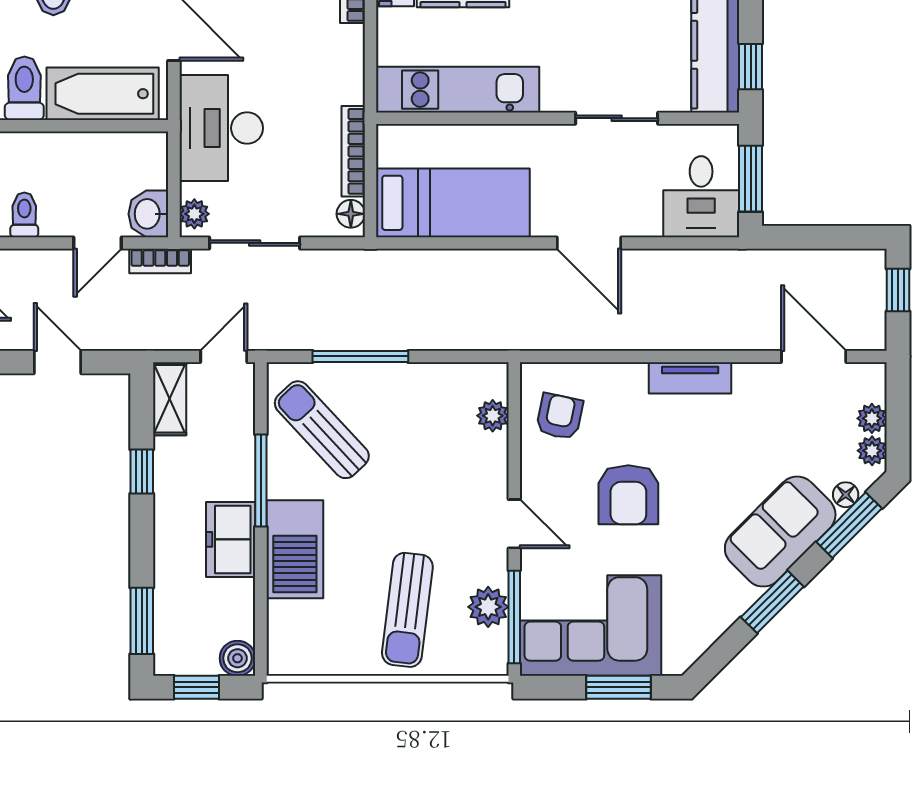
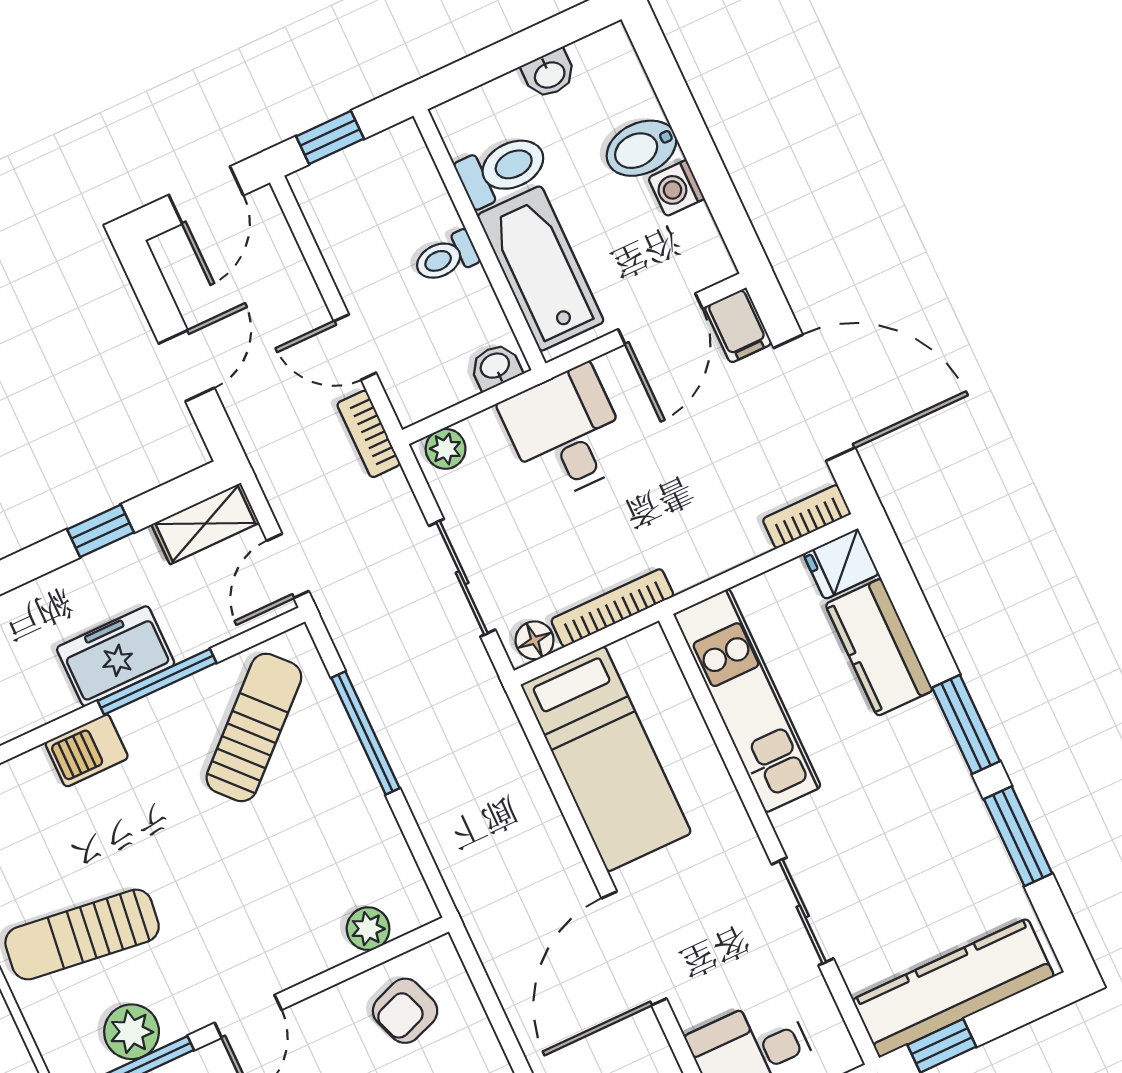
desk: (221, 128) -> (566, 433), width x0.73
washbasin: (148, 214) -> (495, 367), moved, width x0.72, depth x0.69
toilet: (24, 215) -> (446, 257), moved, turned 180
sliding door: (255, 243) -> (462, 578), moved
door: (589, 243) -> (634, 948), width x1.36
door: (224, 356) -> (288, 566), swing flipped
armchair: (559, 416) -> (405, 1011), turned 148
freezer: (231, 539) -> (116, 656), moved
barbecue: (295, 549) -> (87, 750), width x0.53, depth x0.65

